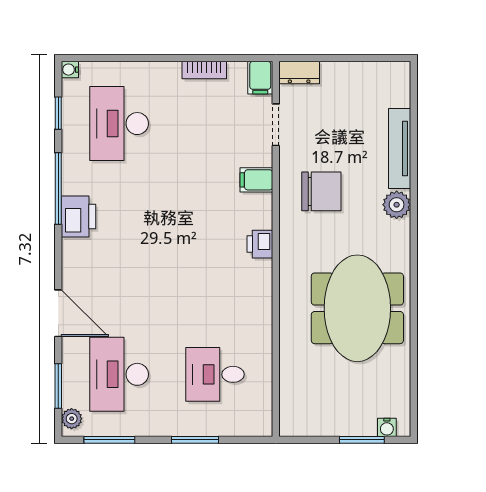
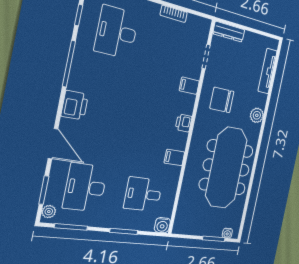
dresser: (299, 73) -> (229, 32), width x1.44
filing cabinet: (260, 78) -> (174, 157), moved, turned 90
tv unit: (400, 148) -> (268, 71), moved
chair: (321, 191) -> (222, 100), turned 180
printer: (79, 217) -> (75, 105), moved
meeting table: (357, 308) -> (226, 168), width x1.36
water cooler: (260, 424) -> (162, 225), added

